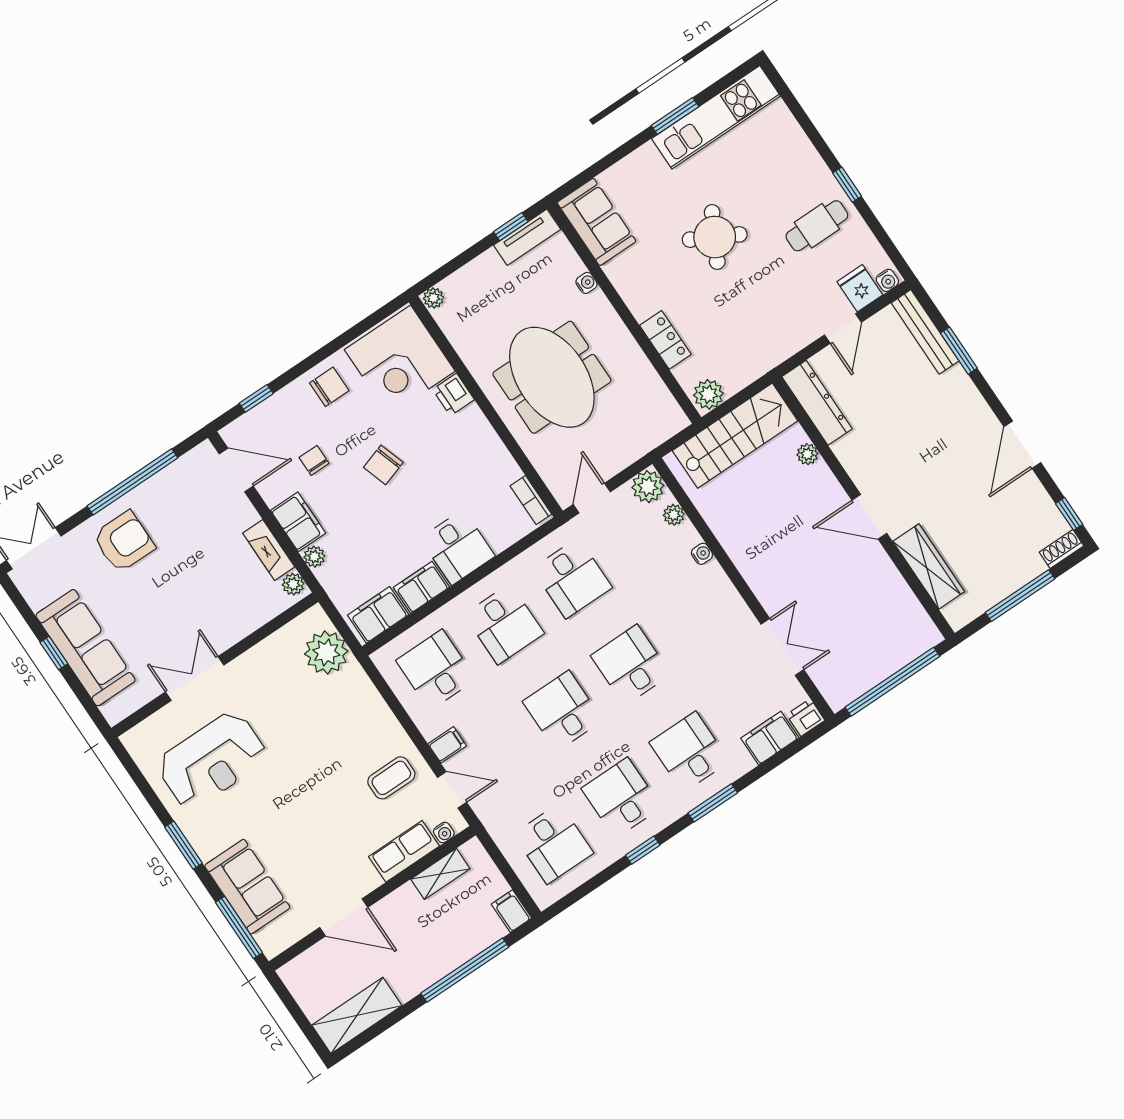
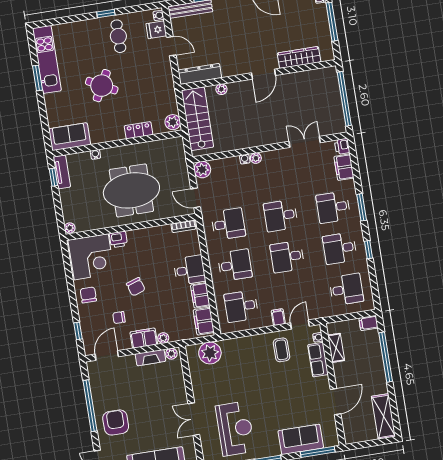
plant: (674, 515) -> (256, 158), moved

